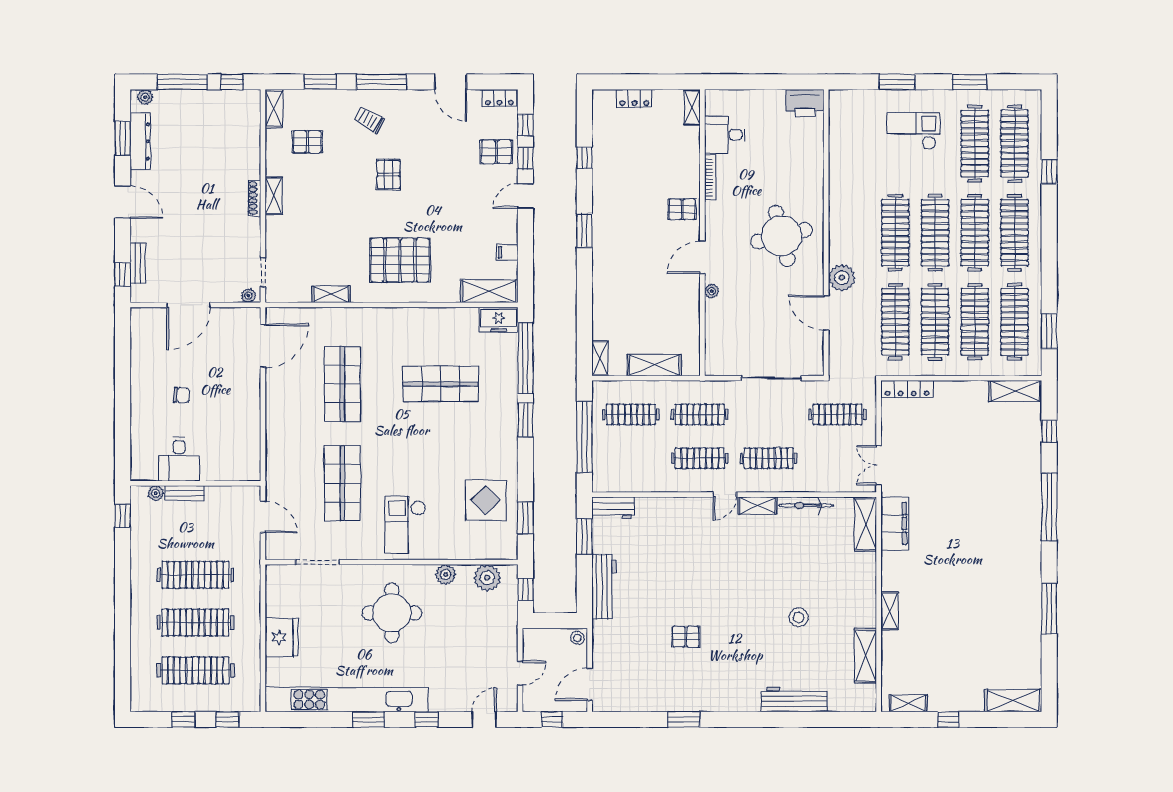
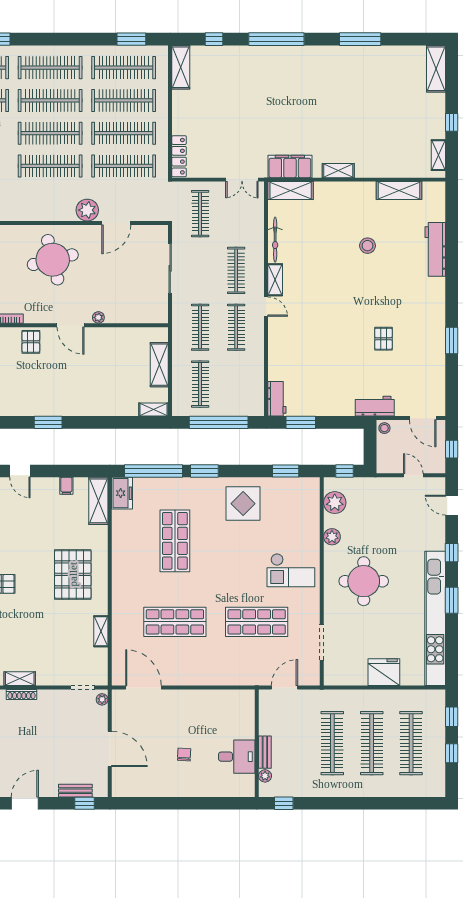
display table: (486, 500) -> (243, 504), moved
workbench: (604, 587) -> (375, 406), moved, width x0.73
shelving: (890, 611) -> (338, 171), moved

